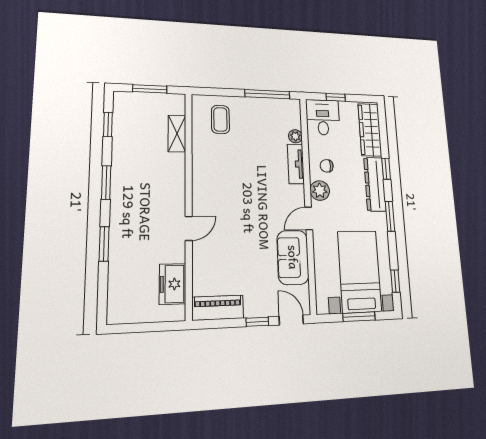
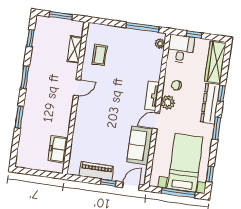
coffee table: (220, 119) -> (100, 55), moved
plant: (295, 136) -> (160, 44), moved
tv unit: (296, 164) -> (152, 96), moved
door: (189, 228) -> (77, 88), moved
piano: (218, 308) -> (96, 171), moved
window: (359, 317) -> (178, 193), width x1.44
door: (291, 320) -> (131, 186), hinge flipped

